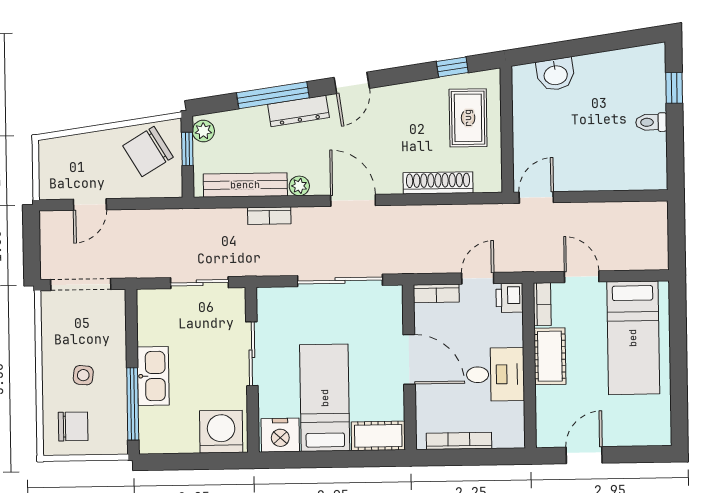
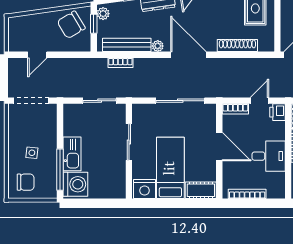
door: (353, 200) -> (188, 55), width x1.36
bookcase: (269, 216) -> (120, 63), moved
washing machine: (221, 432) -> (75, 184), moved, turned 90

